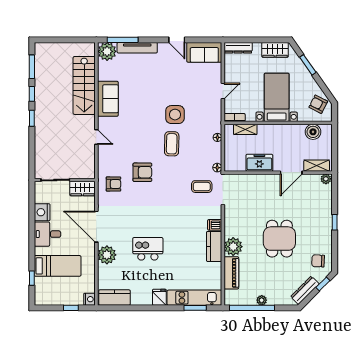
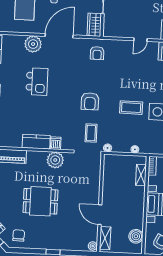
freezer: (259, 163) -> (110, 186), removed
armchair: (142, 172) -> (90, 101), moved
plant: (233, 247) -> (55, 160), moved

